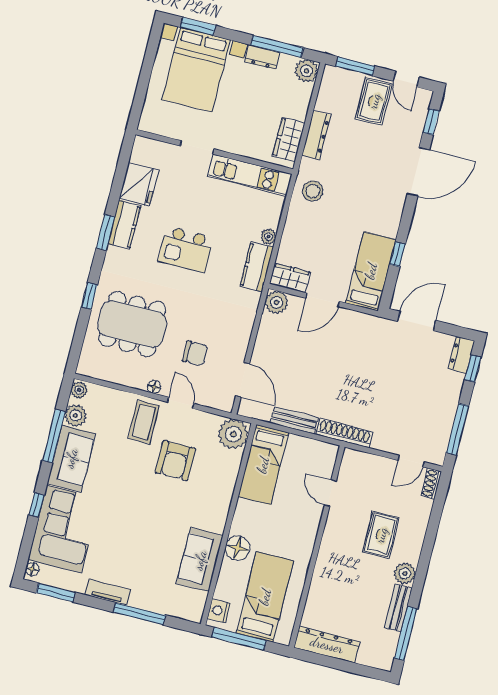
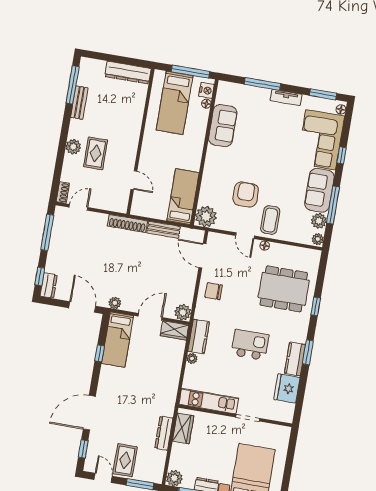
stool: (313, 191) -> (163, 393), removed
door: (417, 321) -> (82, 307), swing flipped
plant: (371, 323) -> (115, 303), added
chair: (195, 353) -> (214, 291), moved
floor lamp: (238, 548) -> (206, 104), moved, width x0.53, depth x0.53
plant: (405, 573) -> (73, 147), moved

